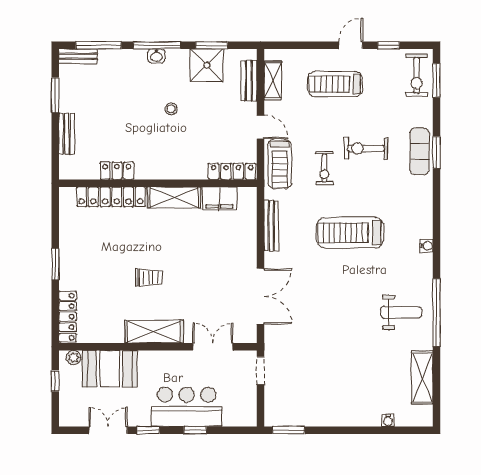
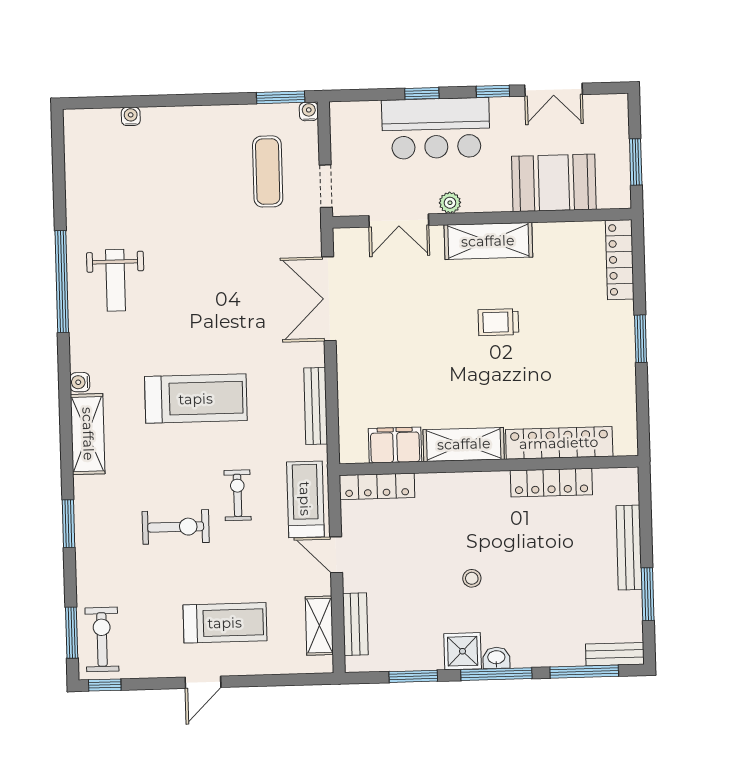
window: (389, 45) -> (105, 685), moved
shower: (207, 65) -> (463, 651), moved, width x0.73, depth x0.73
bench: (67, 134) -> (629, 548), width x1.36
exercise mat: (420, 151) -> (268, 171), moved
locker: (117, 171) -> (551, 483), width x1.53
weight bench: (401, 312) -> (116, 280), turned -90
plant: (74, 357) -> (450, 203), moved
shelving: (422, 378) -> (88, 434), moved
window: (55, 381) -> (636, 162), width x1.50
water cooler: (270, 420) -> (309, 111), added

